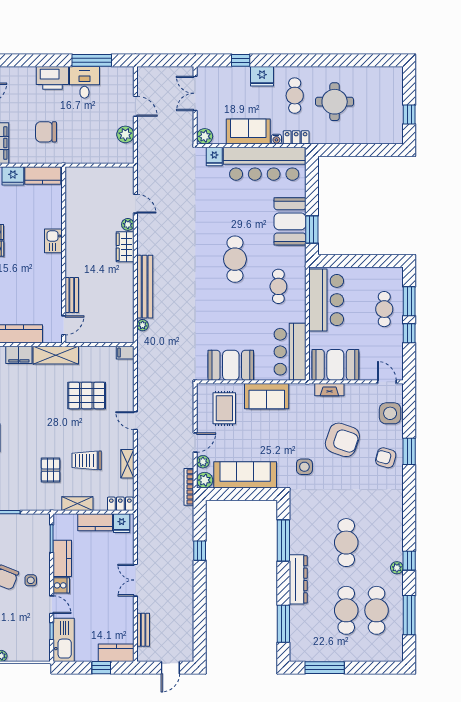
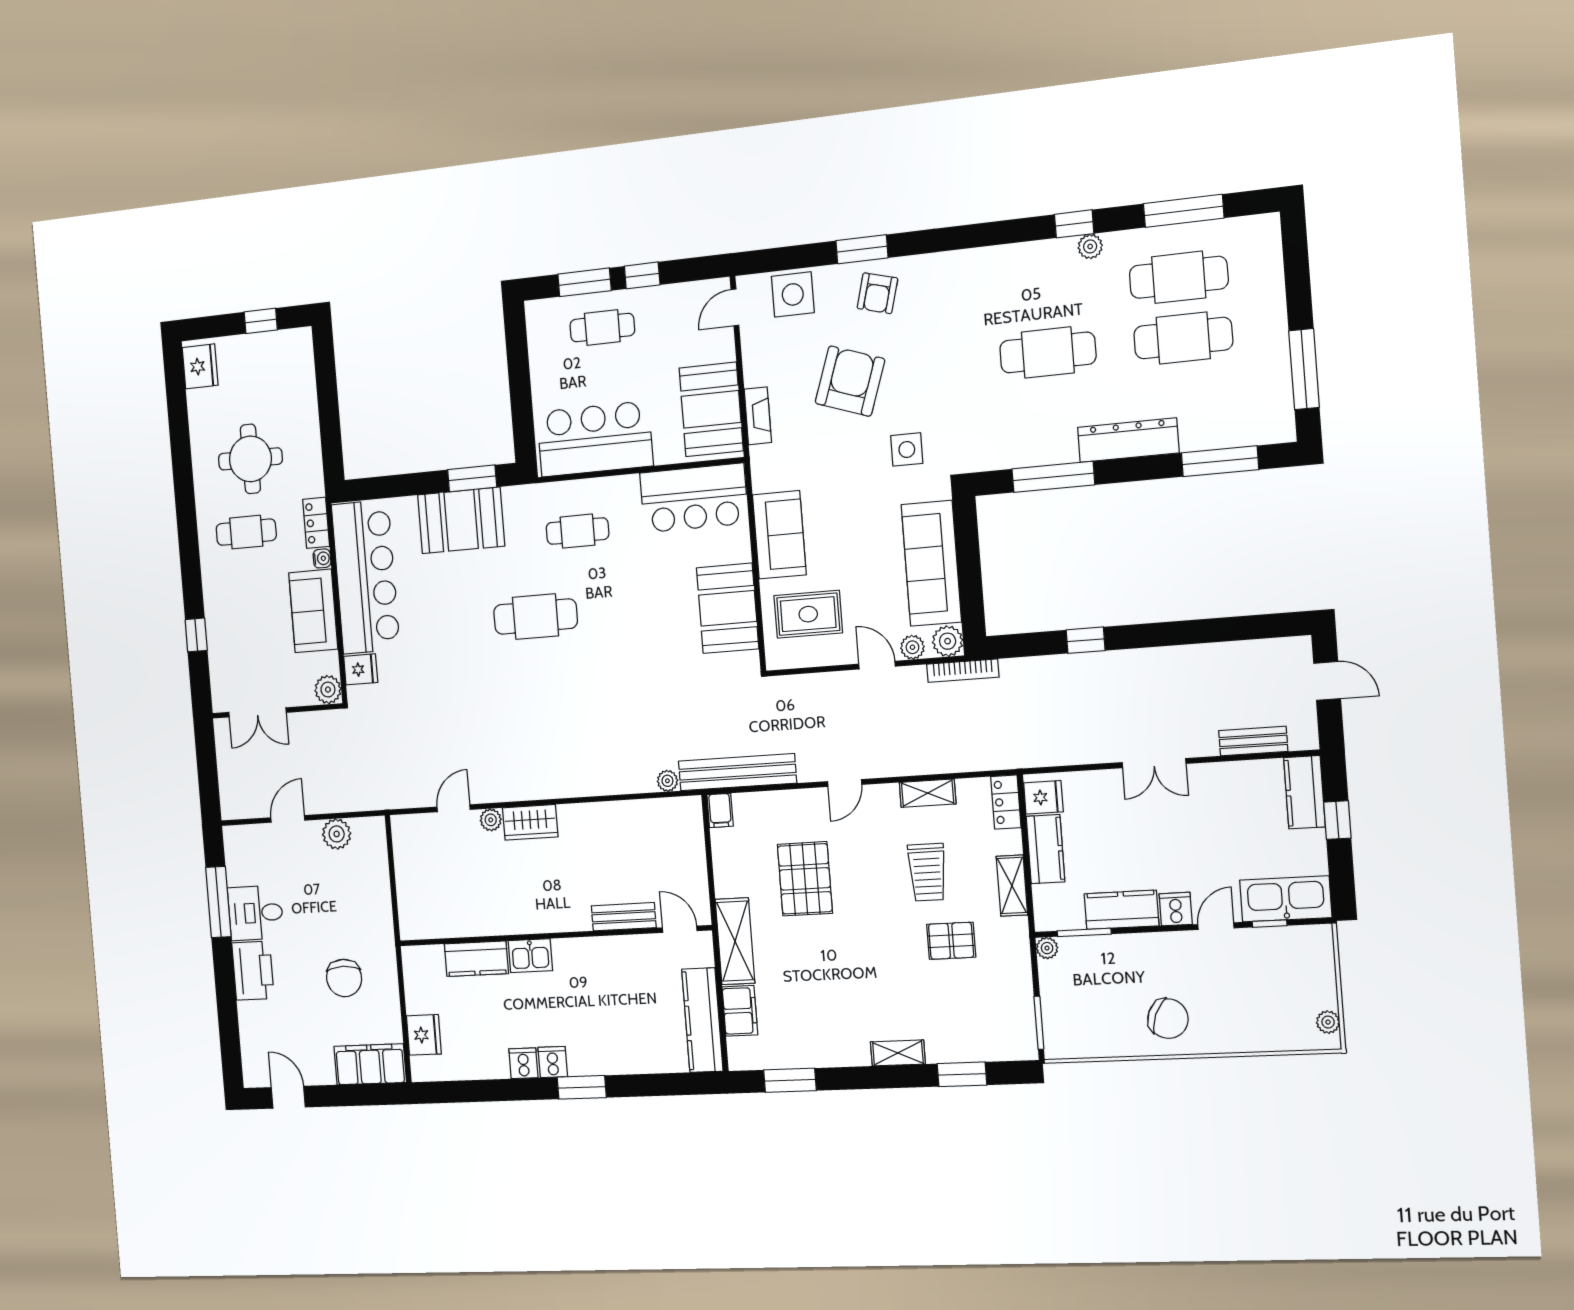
fridge: (262, 76) -> (200, 366), moved
kitchen counter: (43, 175) -> (476, 959), moved, turned 90
bench: (145, 287) -> (737, 772), moved
plant: (44, 519) -> (1047, 948), added
side table: (31, 580) -> (1170, 970), removed

